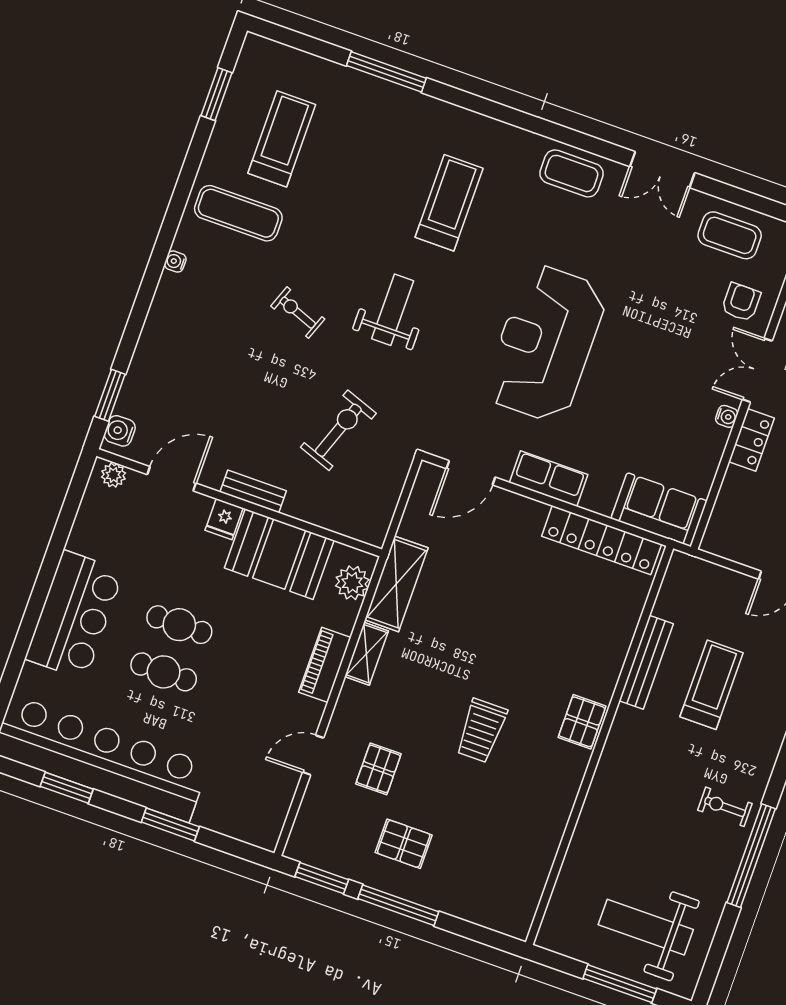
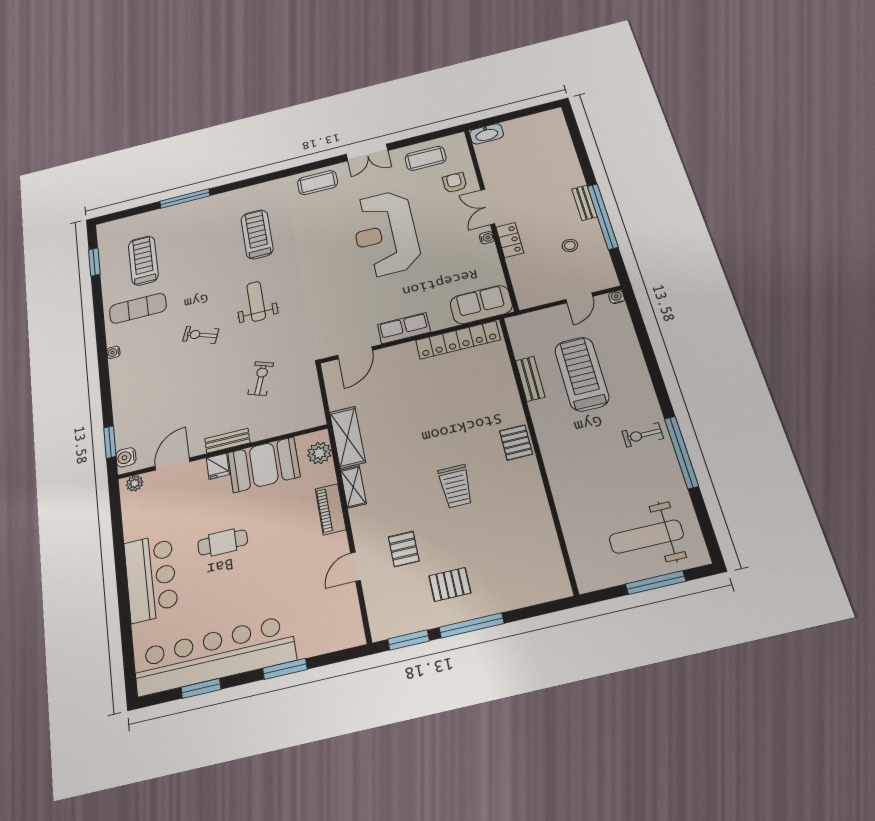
reception desk: (545, 343) -> (385, 233), moved
exercise bike: (338, 430) -> (261, 378), width x0.73, depth x0.72
bench: (646, 662) -> (530, 379), width x0.73
cafe table: (164, 672) -> (228, 576), removed
treadmill: (712, 685) -> (582, 374), width x1.37, depth x1.37

